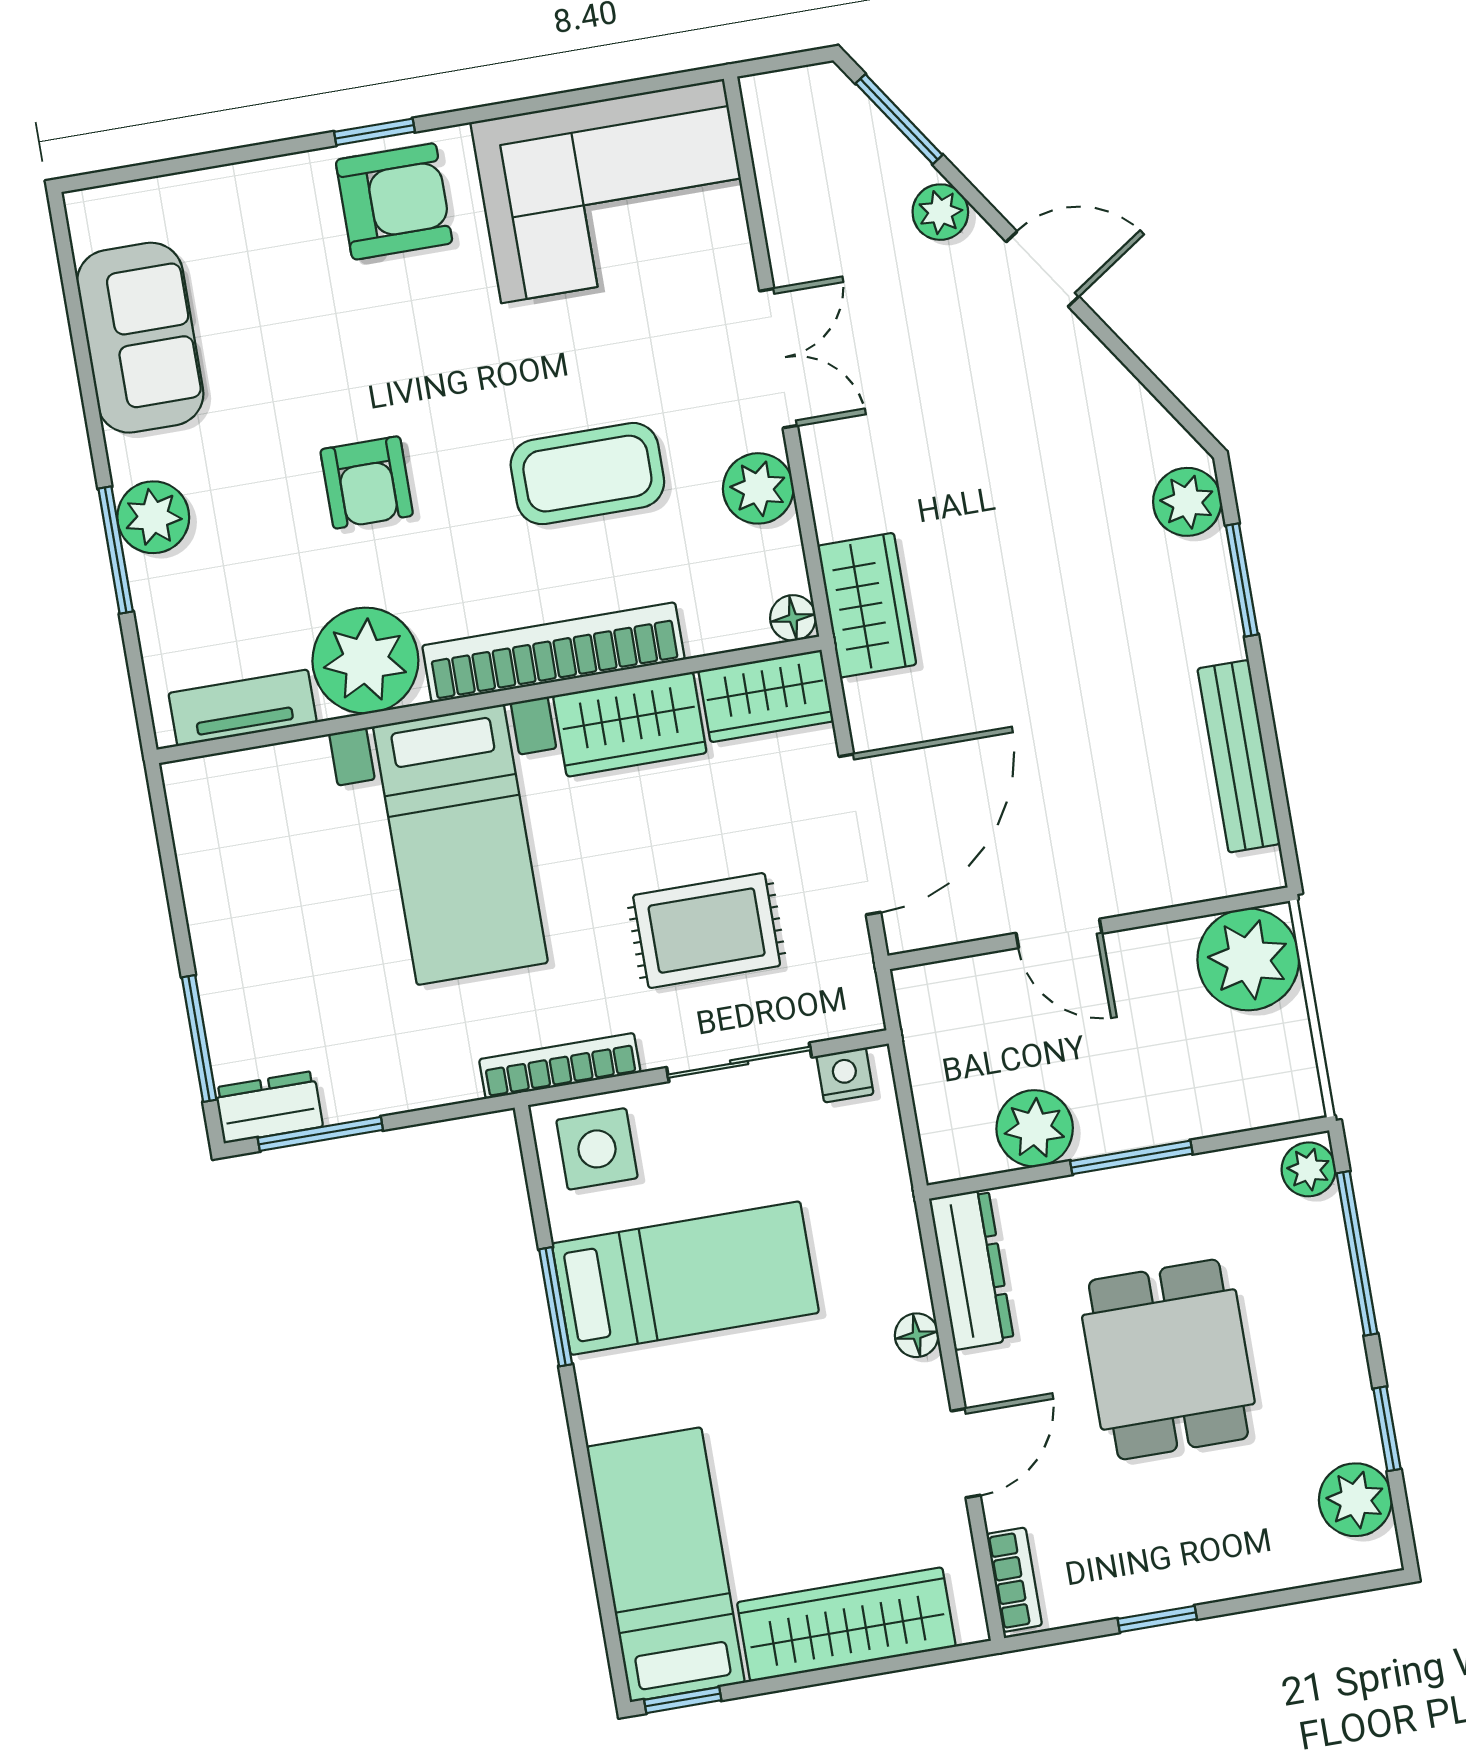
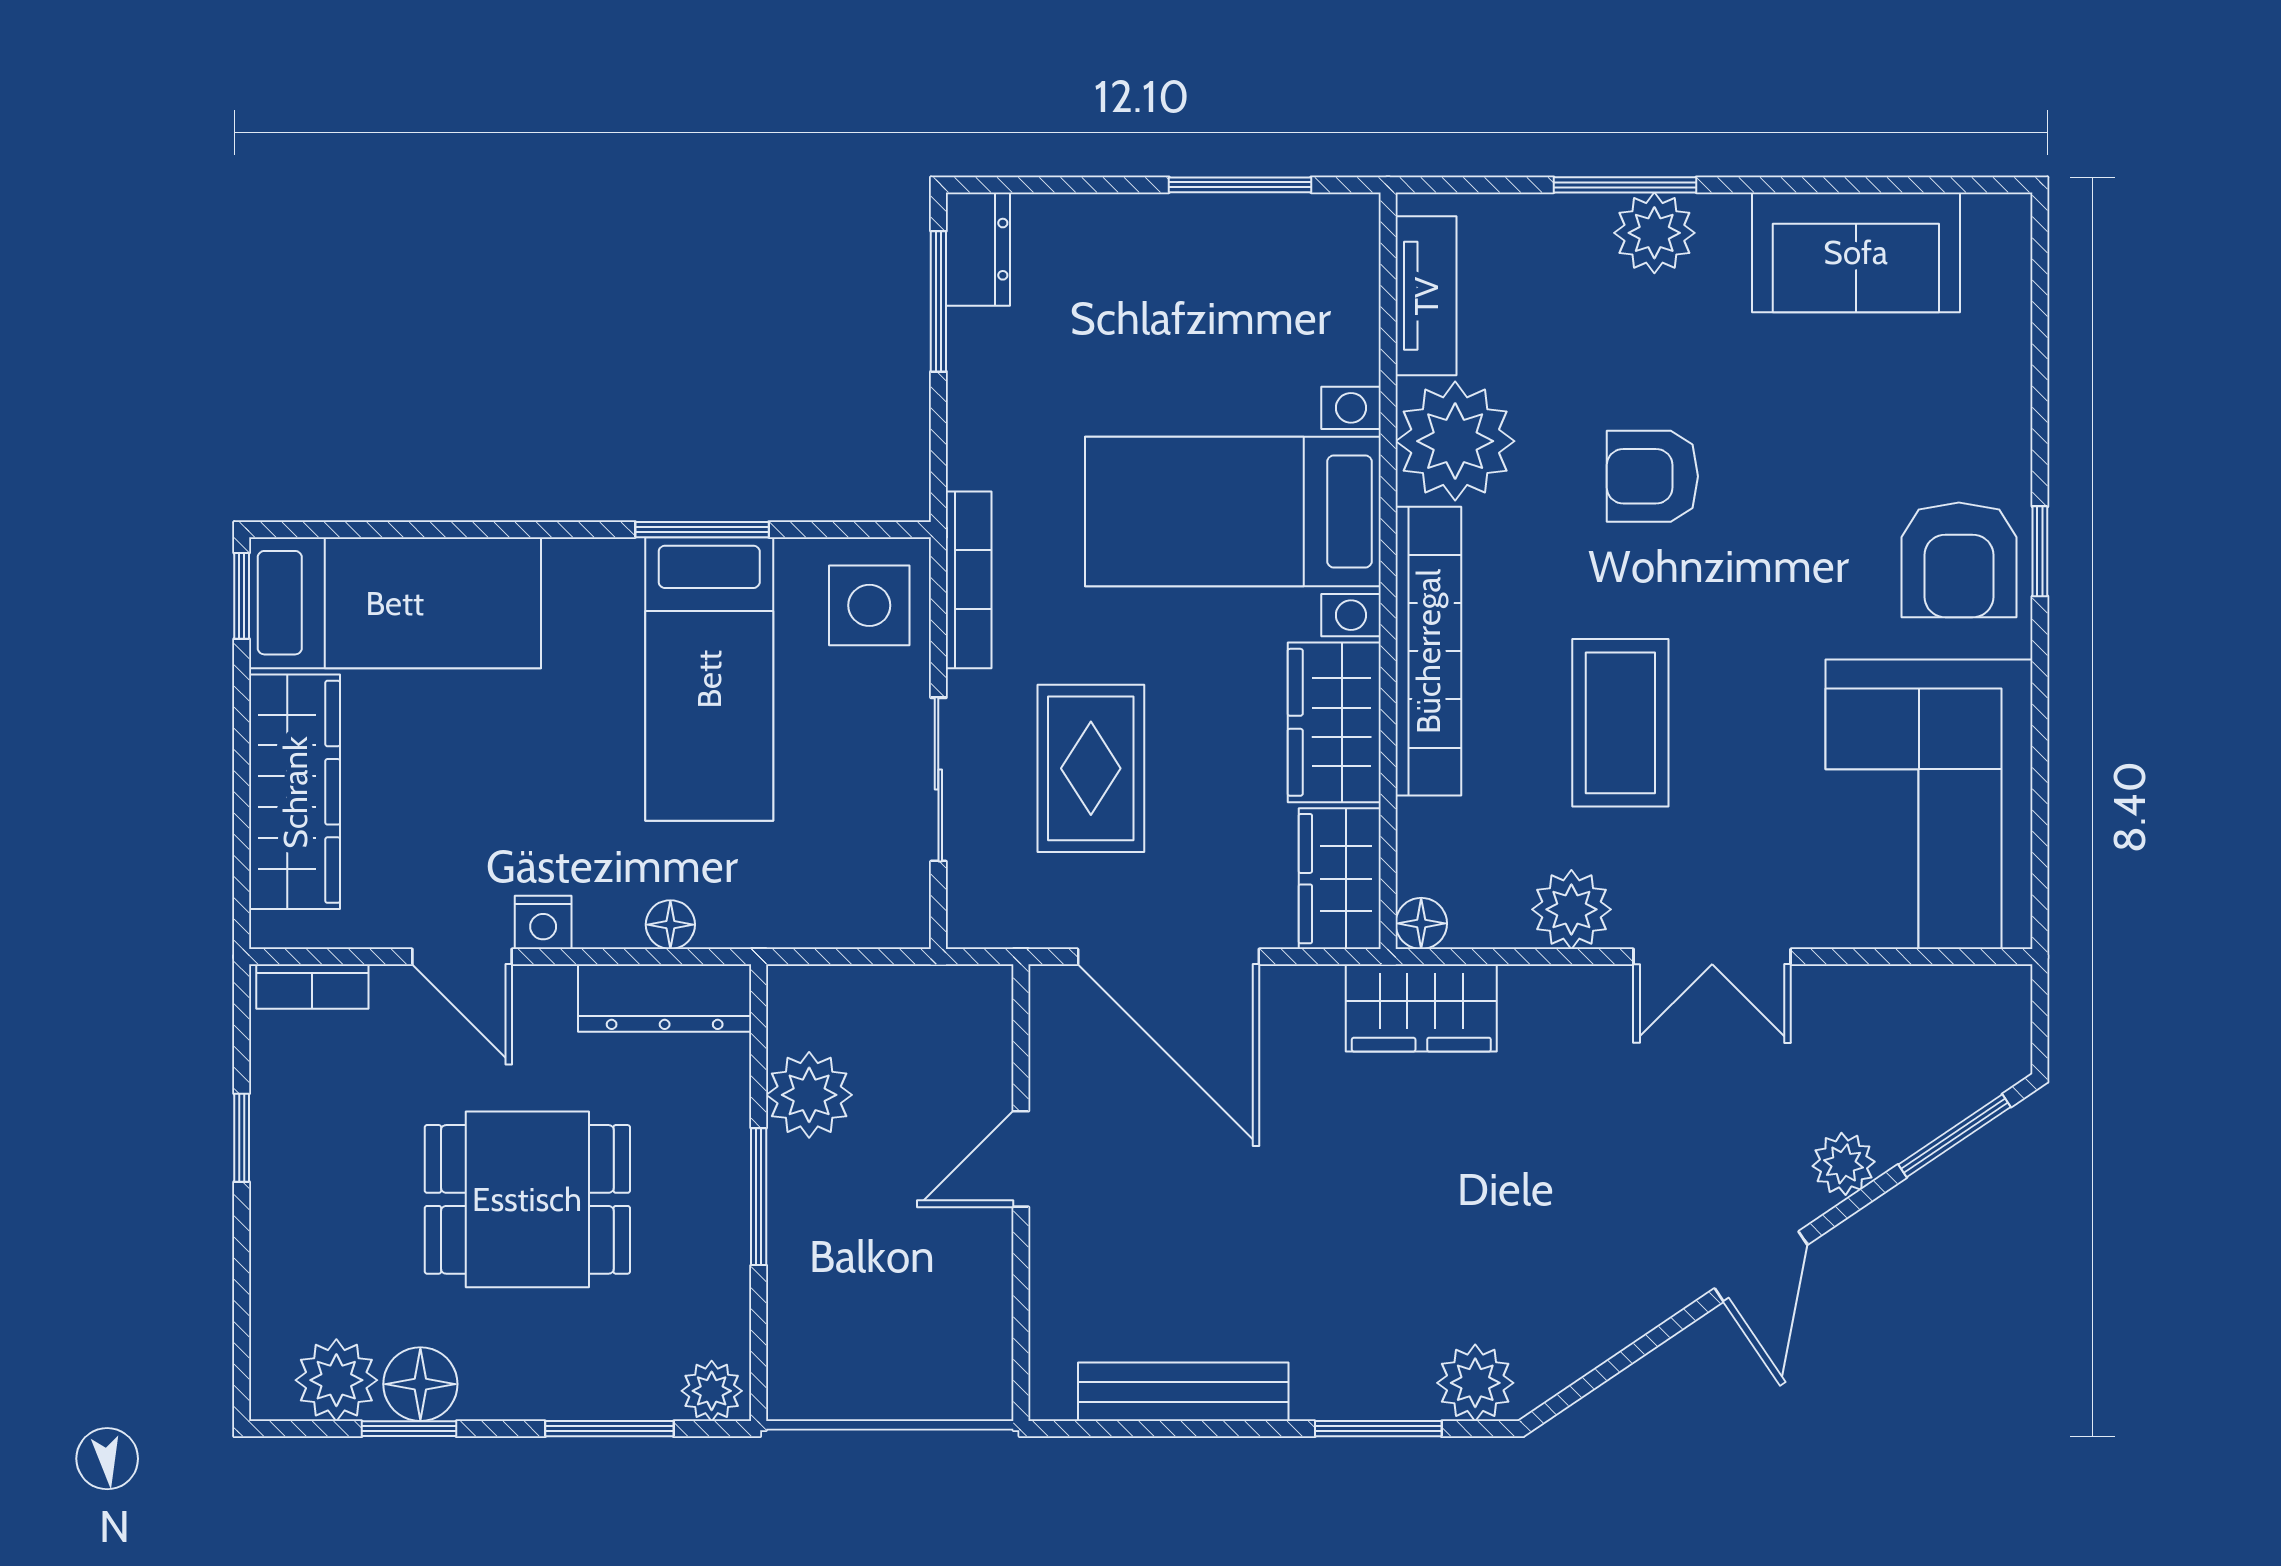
plant: (1248, 959) -> (956, 1364), removed
window: (199, 1038) -> (1240, 185), moved
nightstand: (845, 1075) -> (543, 922), moved, turned 90
window: (1357, 1253) -> (609, 1429), width x0.69
floor lamp: (917, 1335) -> (670, 925), moved
floor lamp: (1346, 1426) -> (420, 1384), added

